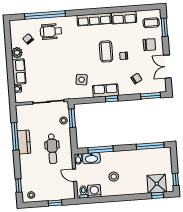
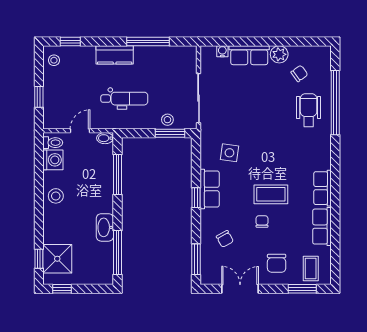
row of seats: (94, 19) -> (323, 188), width x0.68
kitchen counter: (24, 142) -> (115, 55), moved
dental chair: (52, 149) -> (124, 99), turned 180
washbasin: (91, 158) -> (105, 227), moved
stool: (114, 177) -> (56, 196), moved

